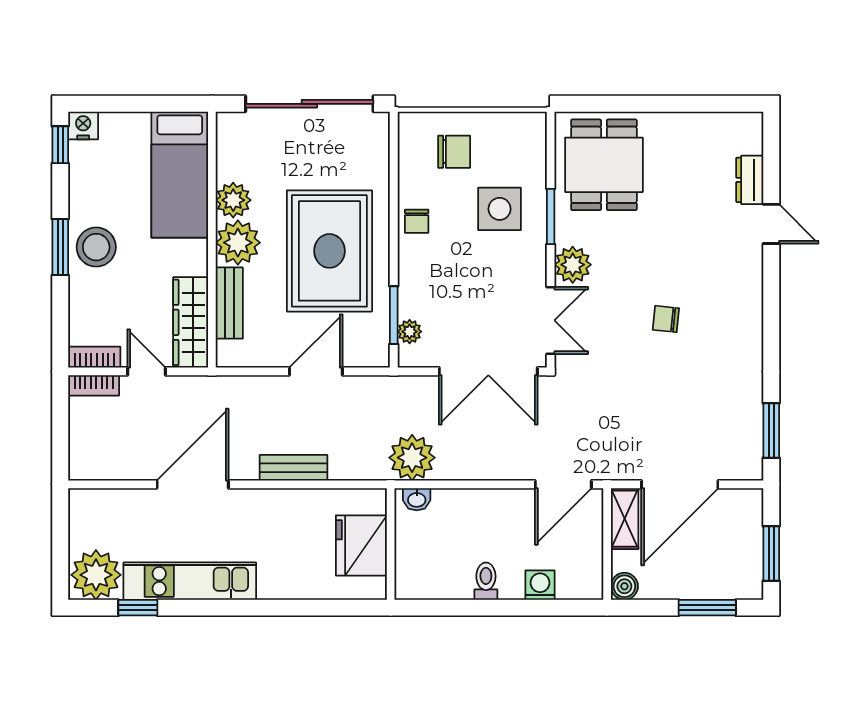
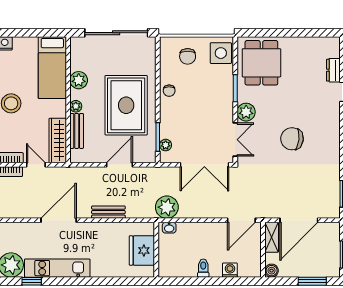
chair: (454, 152) -> (188, 56), turned 90
side table: (500, 209) -> (221, 53), moved
plant: (238, 243) -> (76, 106), width x0.53, depth x0.53
chair: (666, 319) -> (292, 139), width x1.87, depth x1.87

